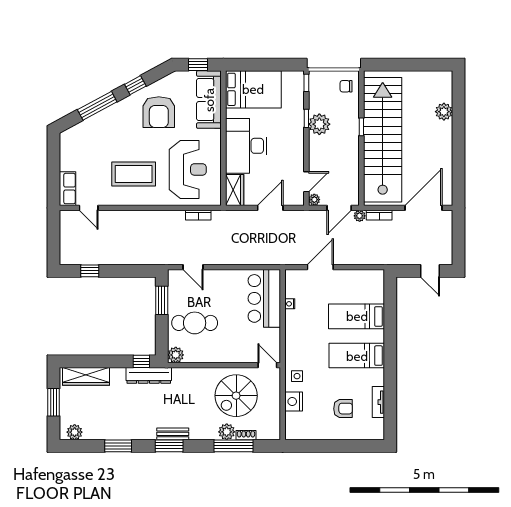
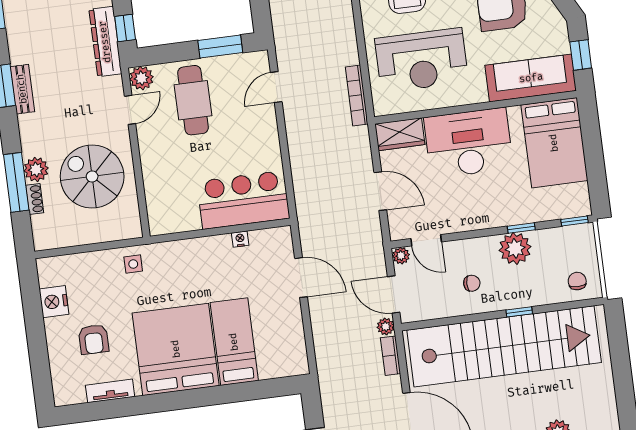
chair: (338, 156) -> (472, 283), added
bookcase: (198, 215) -> (357, 95), width x1.56
bed: (357, 356) -> (176, 349), width x2.04
door: (267, 365) -> (130, 110), moved
nightstand: (294, 401) -> (54, 302), moved, turned -90

